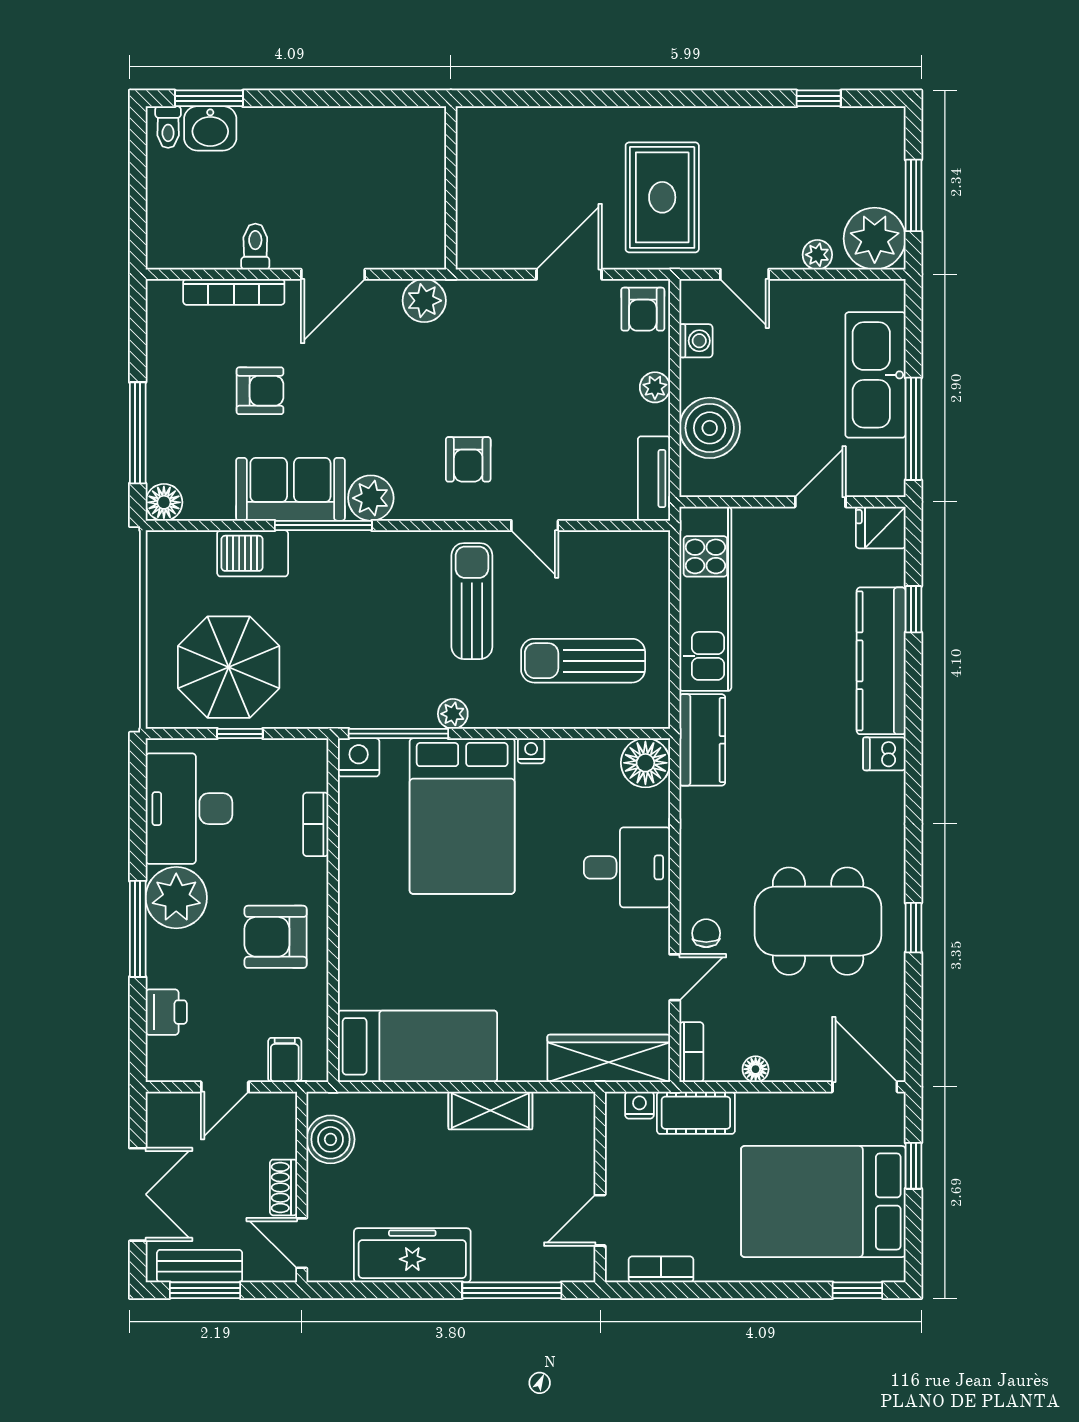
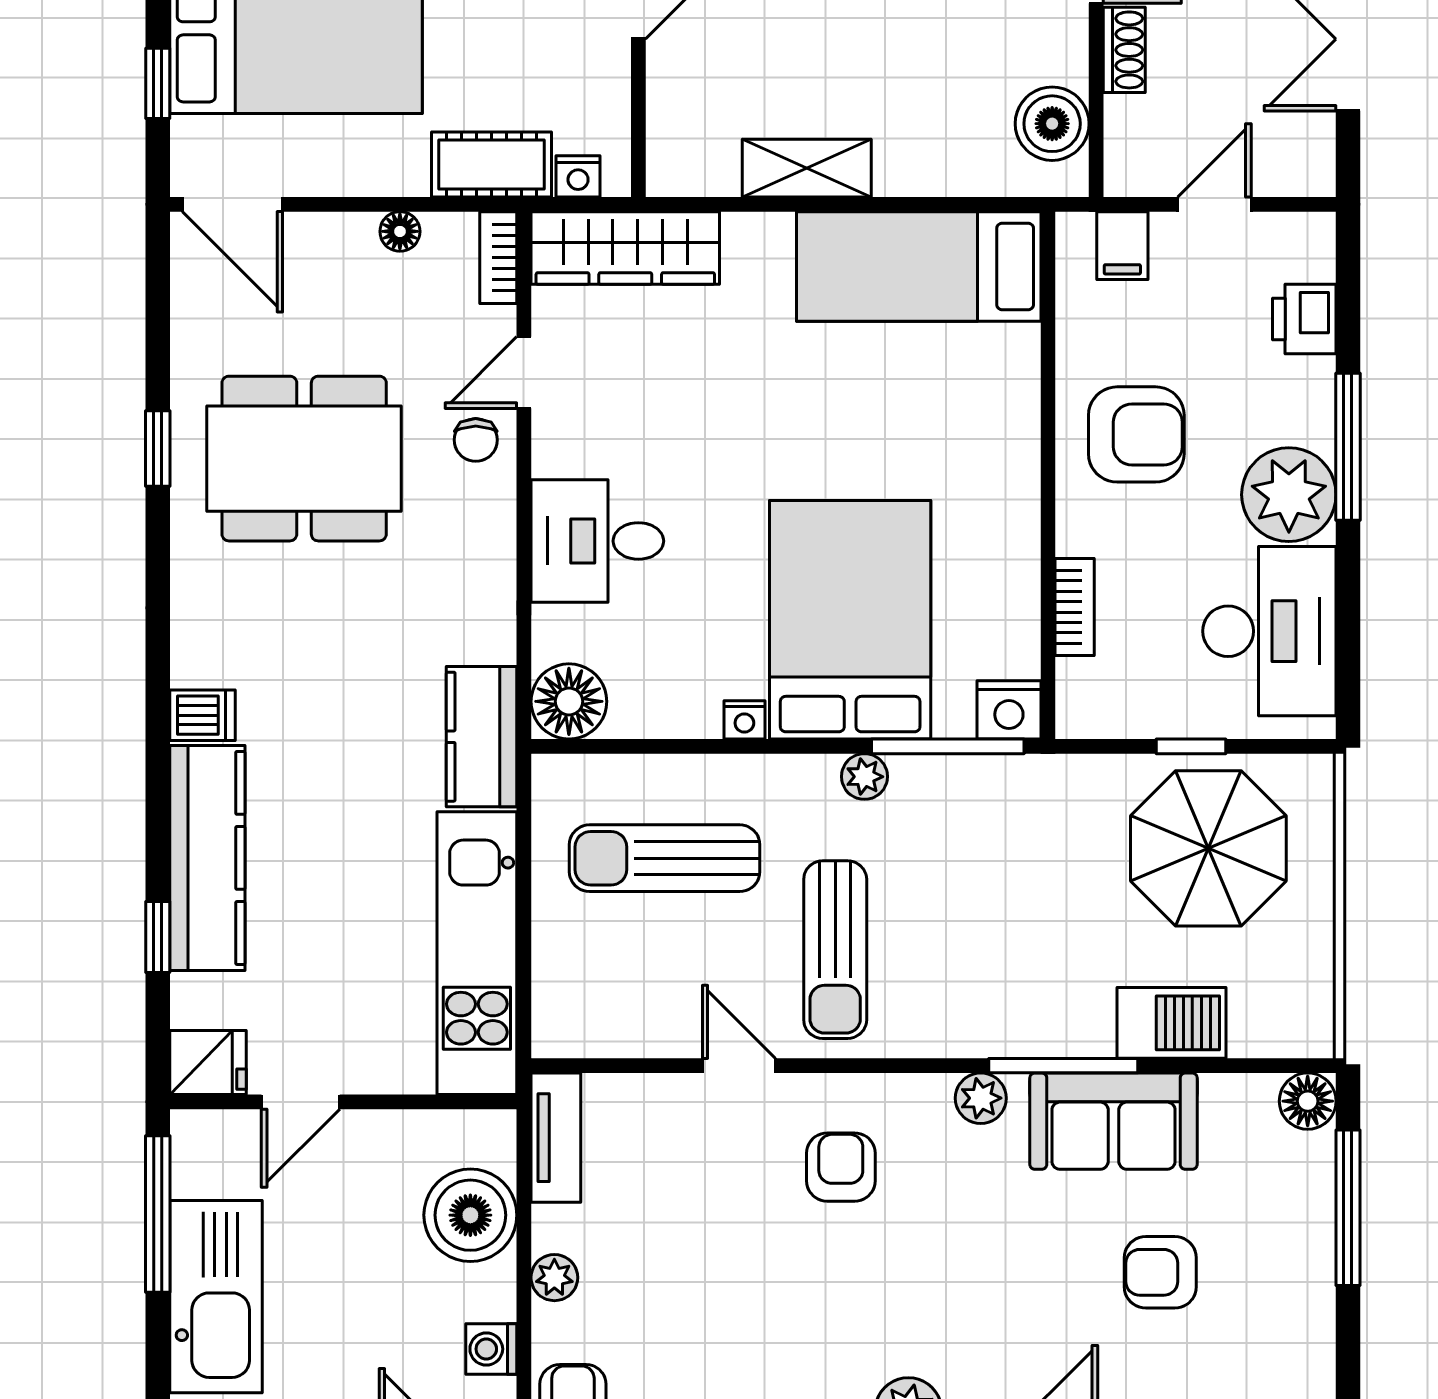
plant: (371, 498) -> (981, 1098), width x0.73, depth x0.73
sun lounger: (583, 661) -> (665, 858), turned 180

